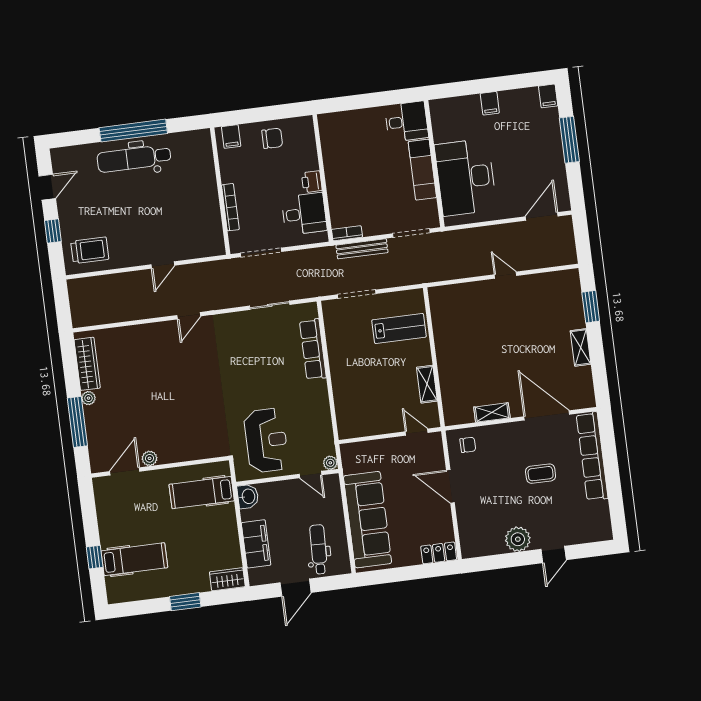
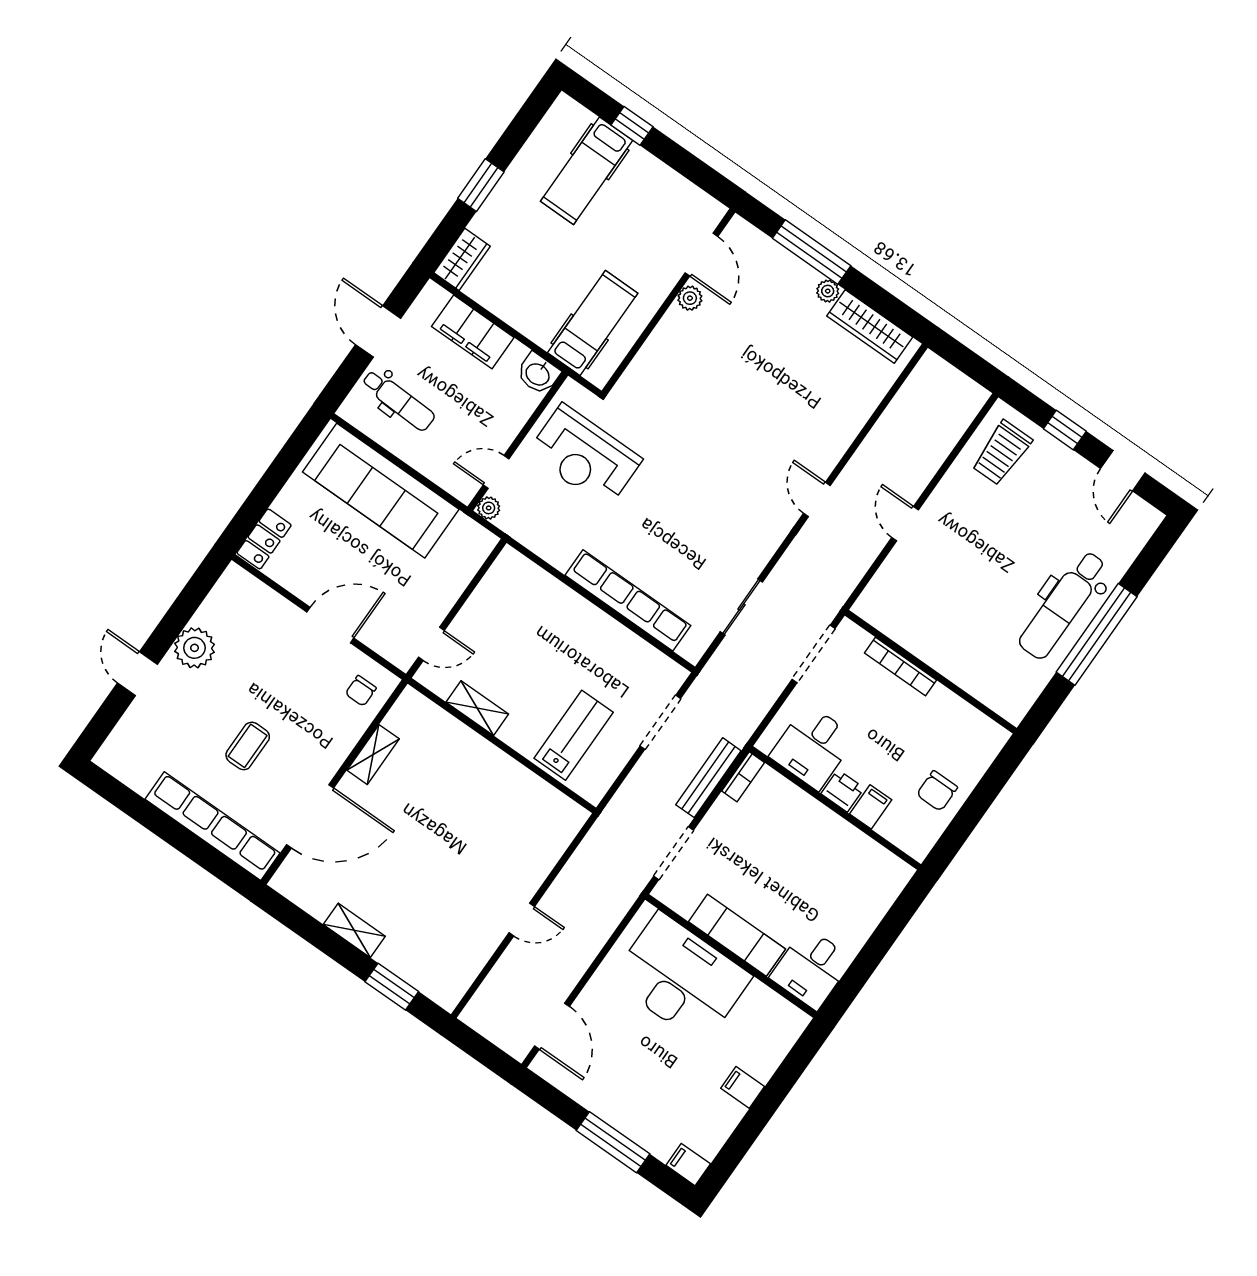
filing cabinet: (231, 136) -> (871, 807), moved, turned 90
dental chair: (134, 158) -> (1063, 605), turned 180
lab bench: (399, 328) -> (574, 735), turned 180
row of seats: (313, 349) -> (628, 600), width x1.36

